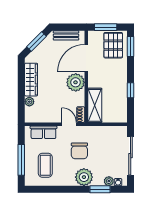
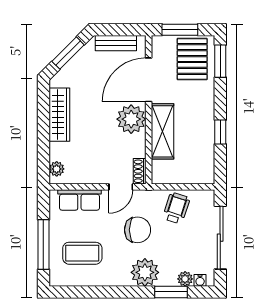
plant: (29, 102) -> (57, 169), moved
shelving: (95, 105) -> (162, 131), moved
door: (69, 124) -> (121, 187), swing flipped
wheelchair: (103, 137) -> (176, 208), added
chair: (79, 151) -> (138, 230), turned -90
coffee table: (45, 165) -> (82, 253), turned 90

